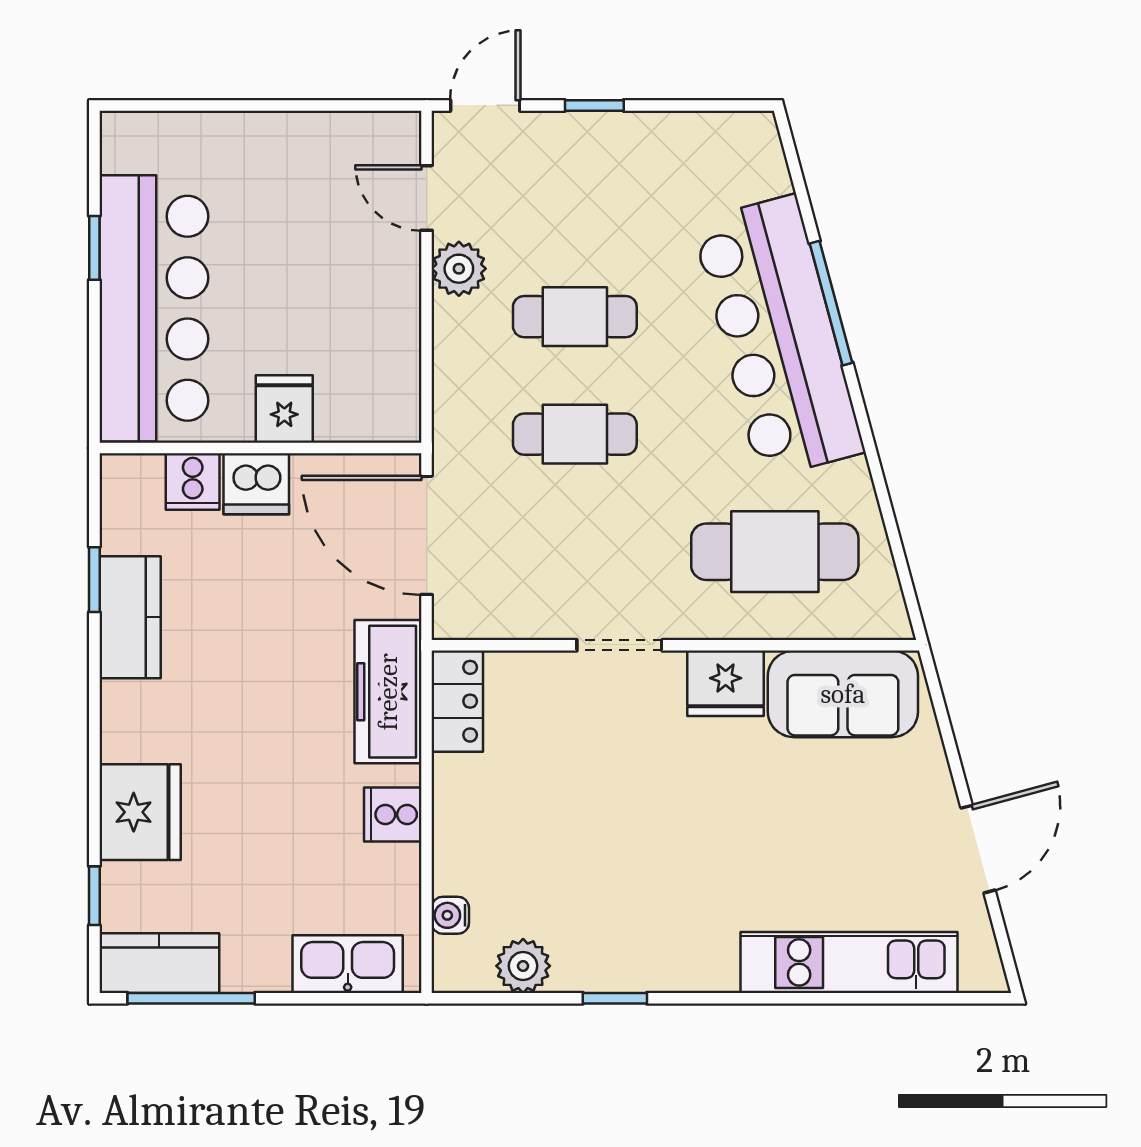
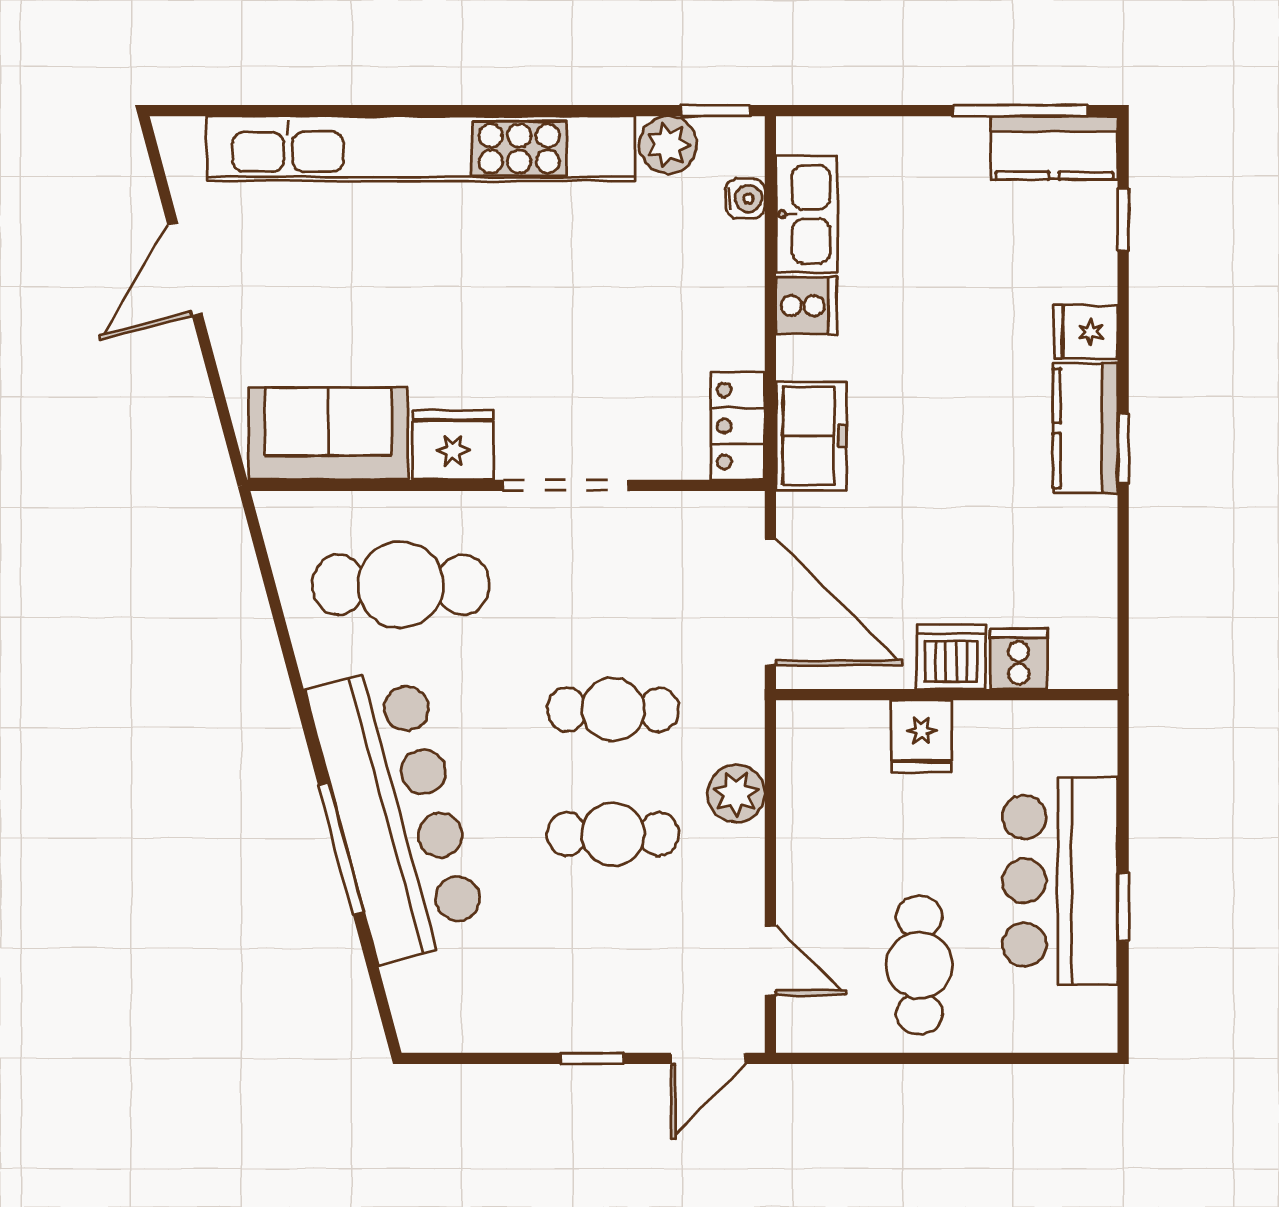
cafe table: (286, 193) -> (919, 965), added
plant: (459, 269) -> (736, 794), moved
bar counter: (154, 308) -> (1060, 881), width x0.73
window: (94, 580) -> (1123, 449), moved
kitchen counter: (130, 617) -> (1085, 428), moved
doorway: (619, 645) -> (566, 485), width x1.38
freezer: (388, 692) -> (811, 436), width x0.71
fridge: (140, 812) -> (1085, 332), width x0.53, depth x0.75
kitchen unit: (849, 962) -> (421, 149), width x1.86
kitchen sink: (348, 964) -> (807, 214), moved, turned -90
window: (615, 998) -> (715, 111), moved

